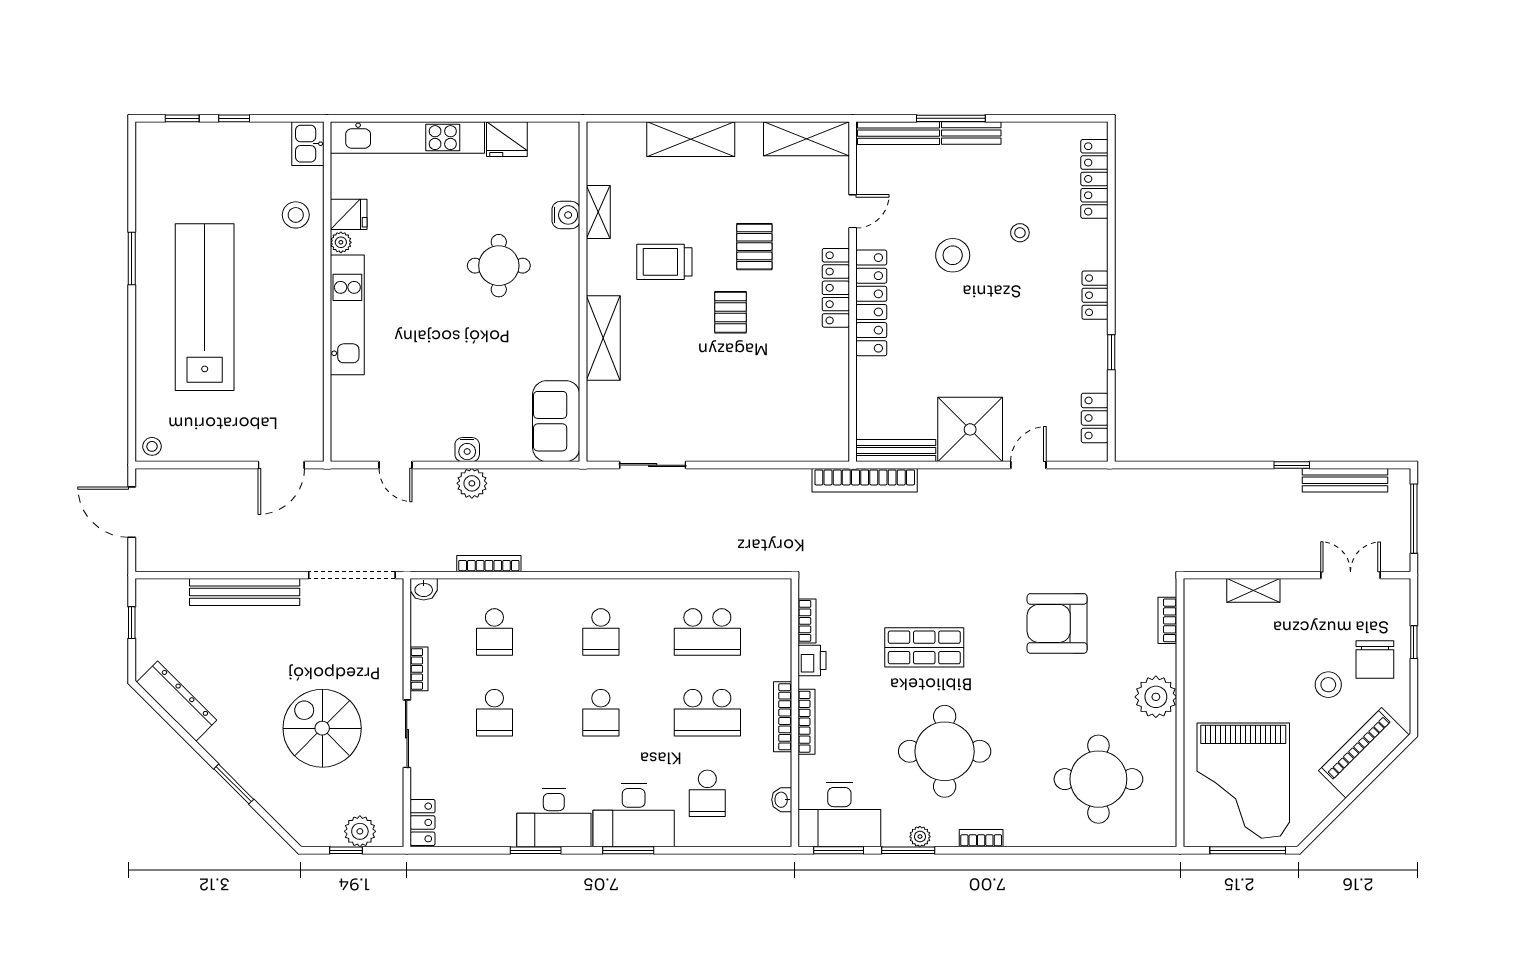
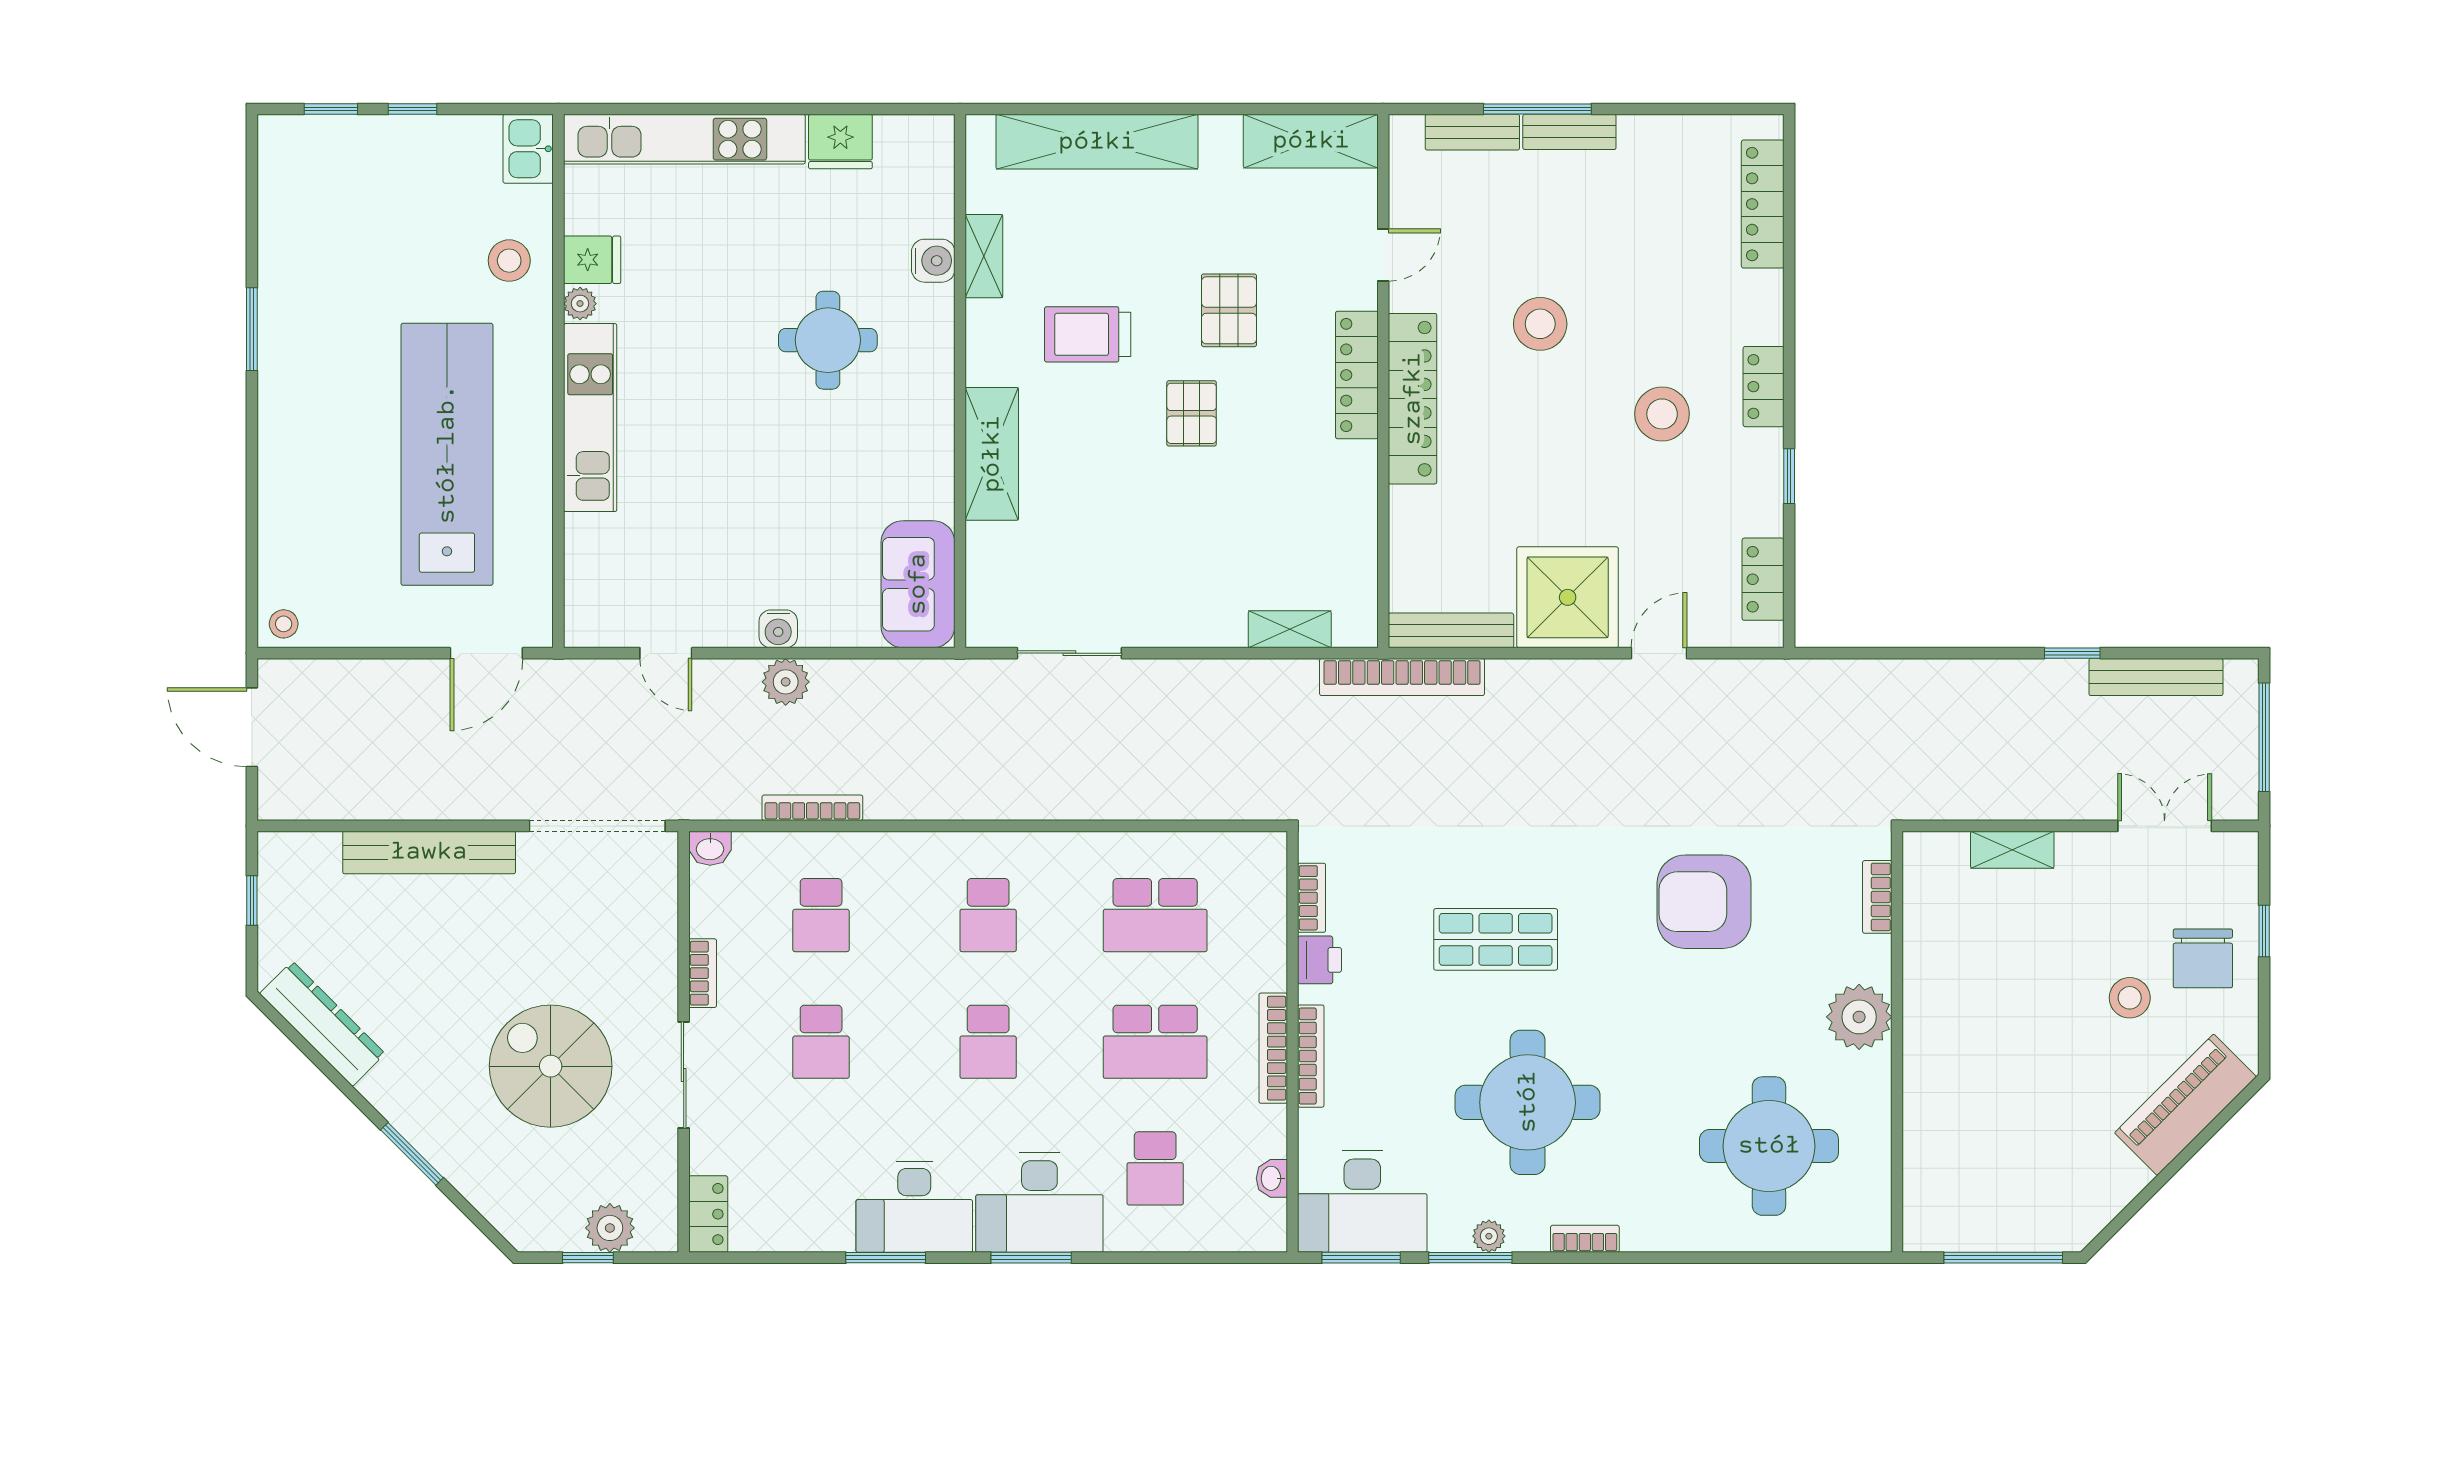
bench: (899, 133) -> (1472, 132), width x0.73
shelving: (691, 139) -> (1097, 142), width x1.47
stool: (1020, 233) -> (1662, 414), moved, width x1.89, depth x1.89
lab bench: (205, 307) -> (447, 454), moved
shelving: (793, 450) -> (1290, 629), added
grand piano: (1243, 781) -> (1996, 1148), removed

